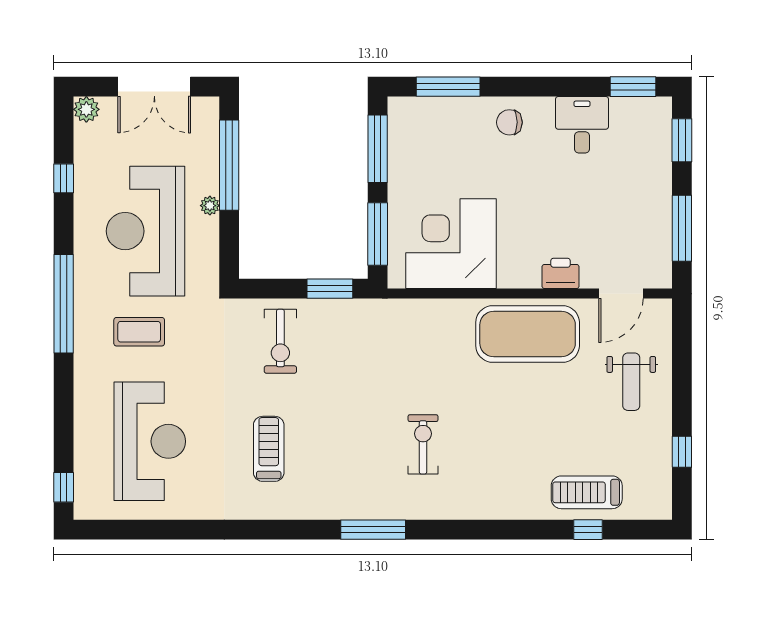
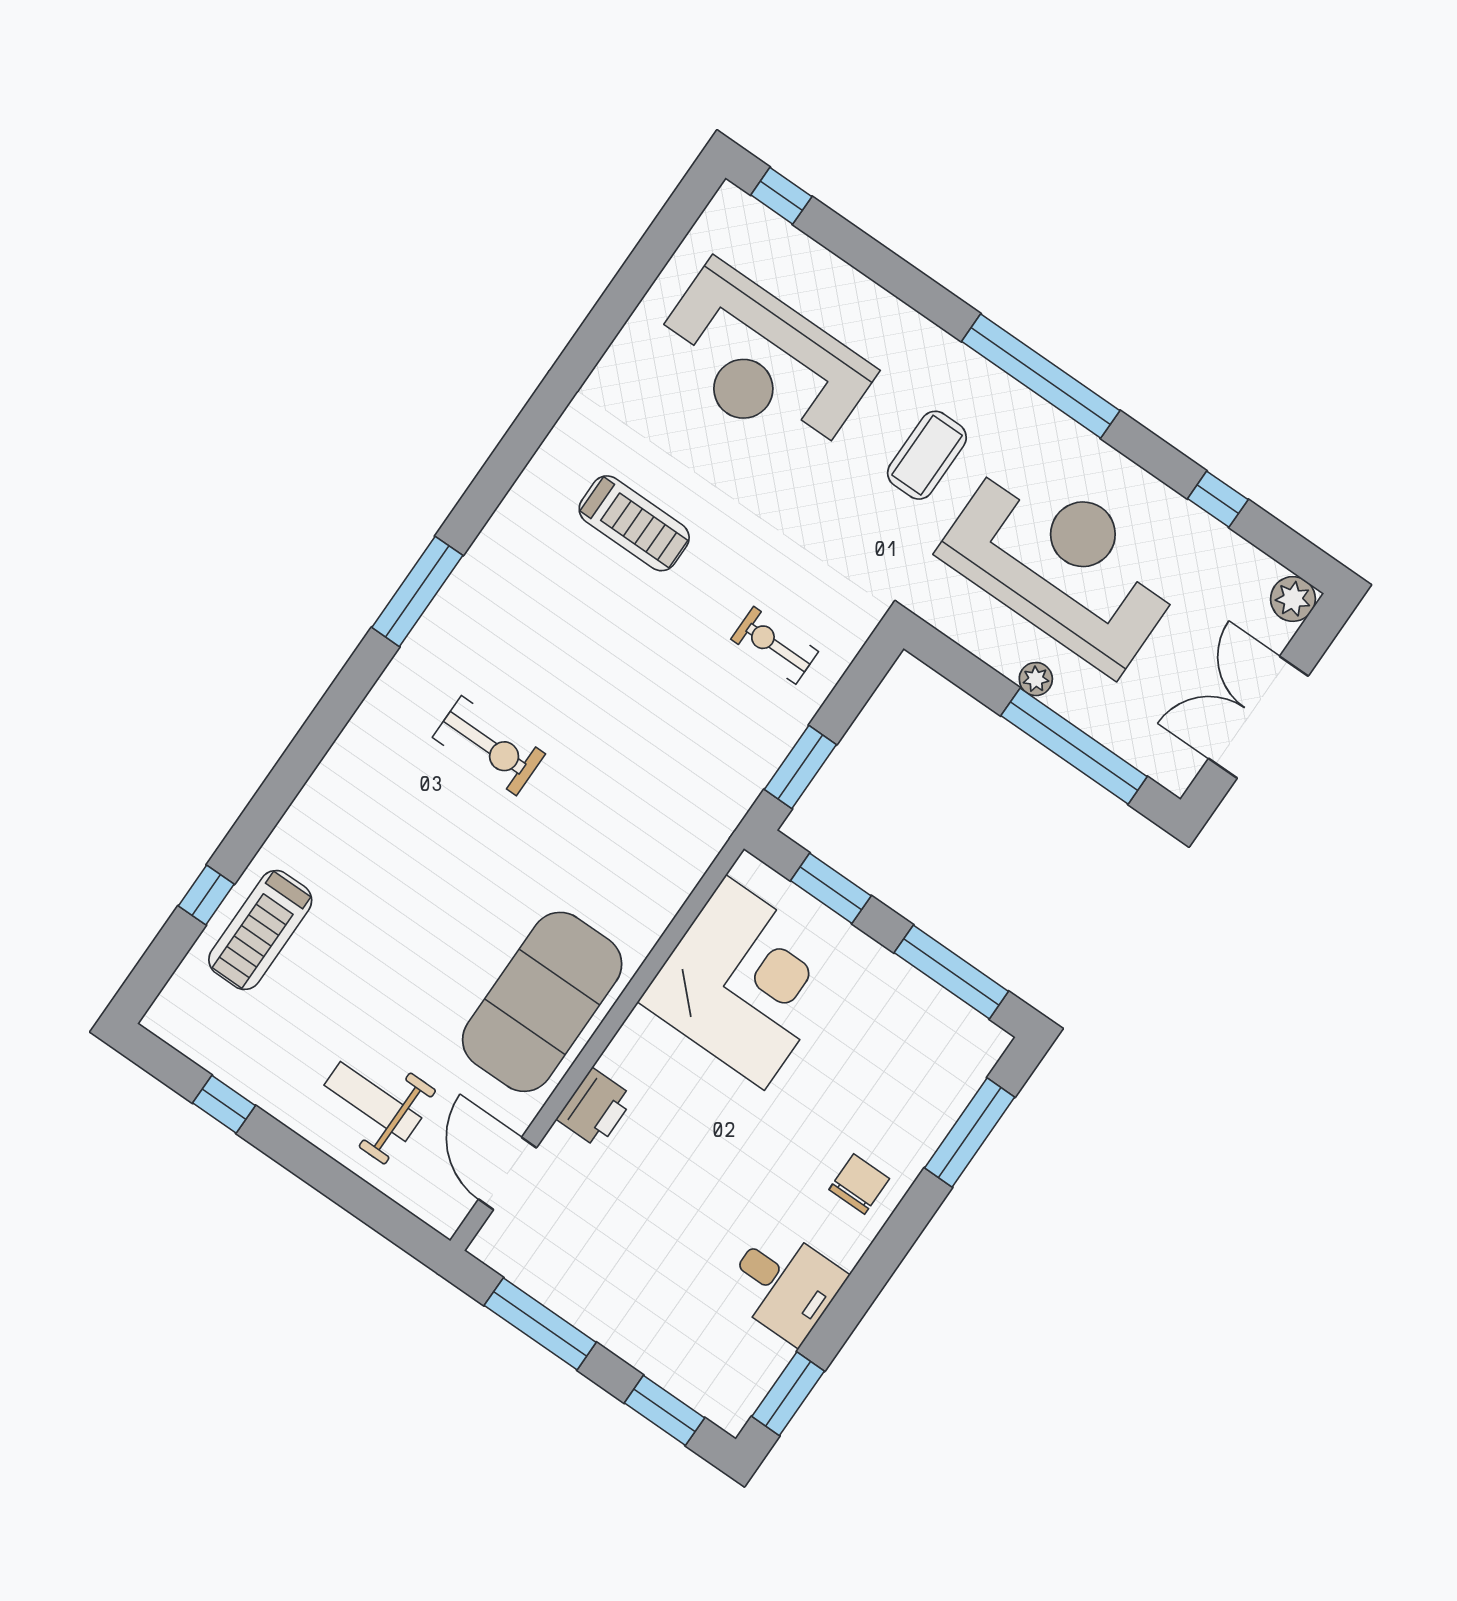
window: (378, 234) -> (831, 888), width x0.69
exercise bike: (280, 341) -> (775, 645), width x0.73, depth x0.72
treadmill: (587, 492) -> (260, 930), turned 180

